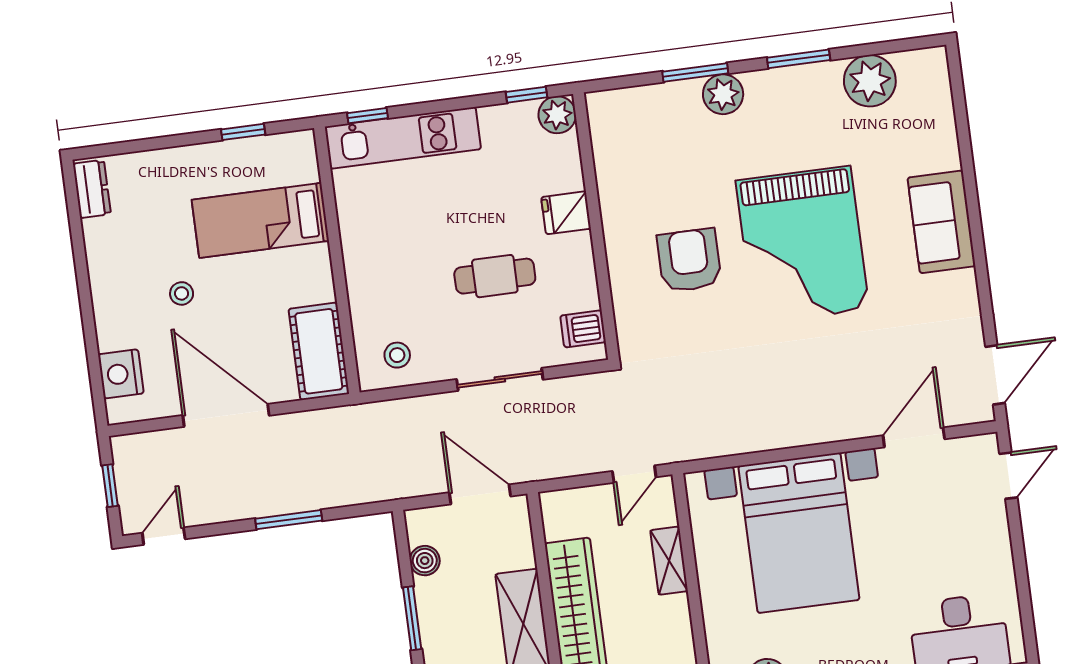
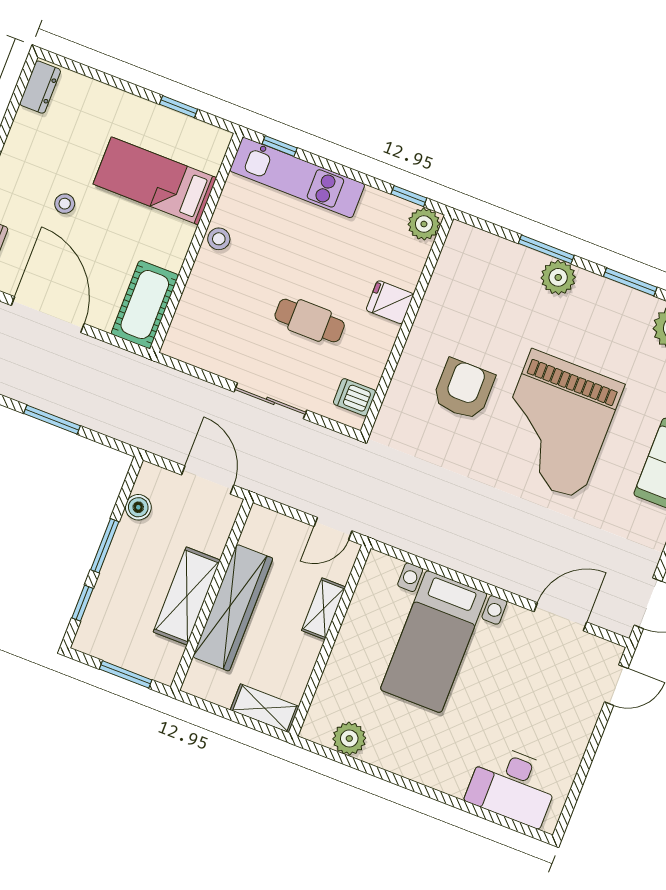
stool: (397, 355) -> (219, 239), moved
bed with nightstands: (799, 533) -> (434, 642), width x0.73

